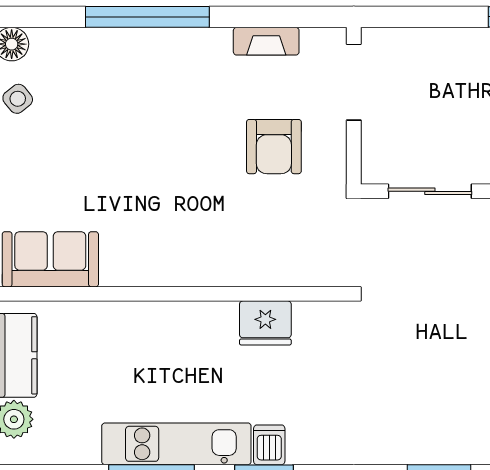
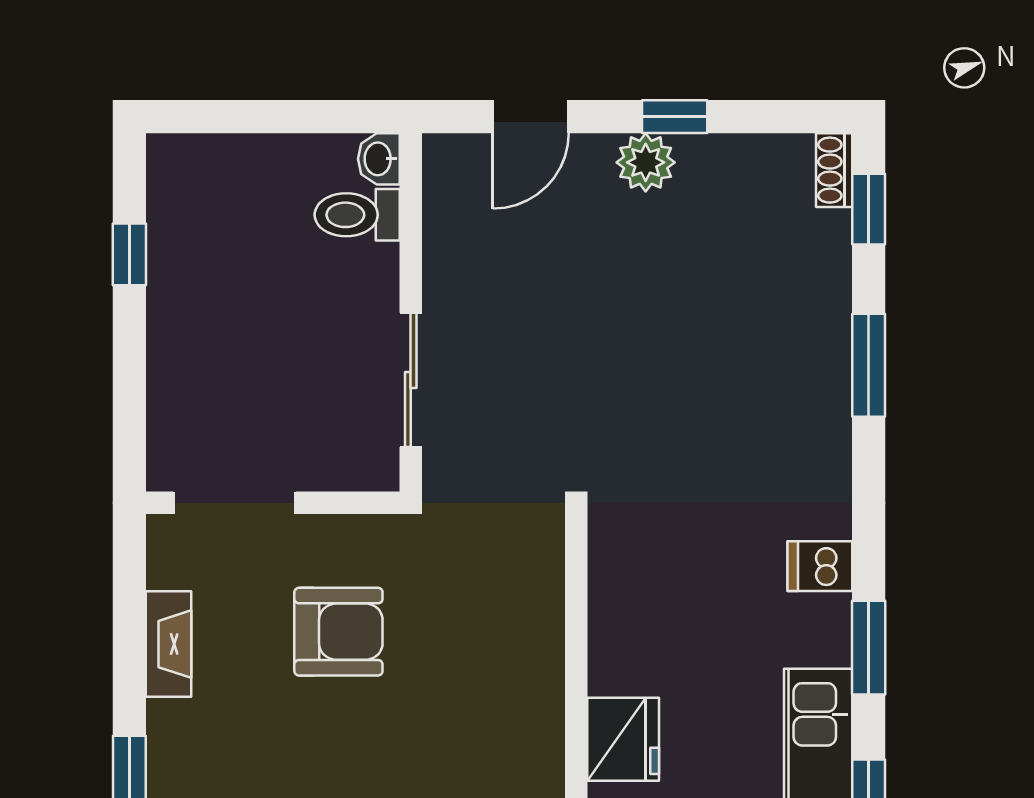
fridge: (265, 323) -> (623, 739), moved
dishwasher: (269, 445) -> (820, 566), moved

